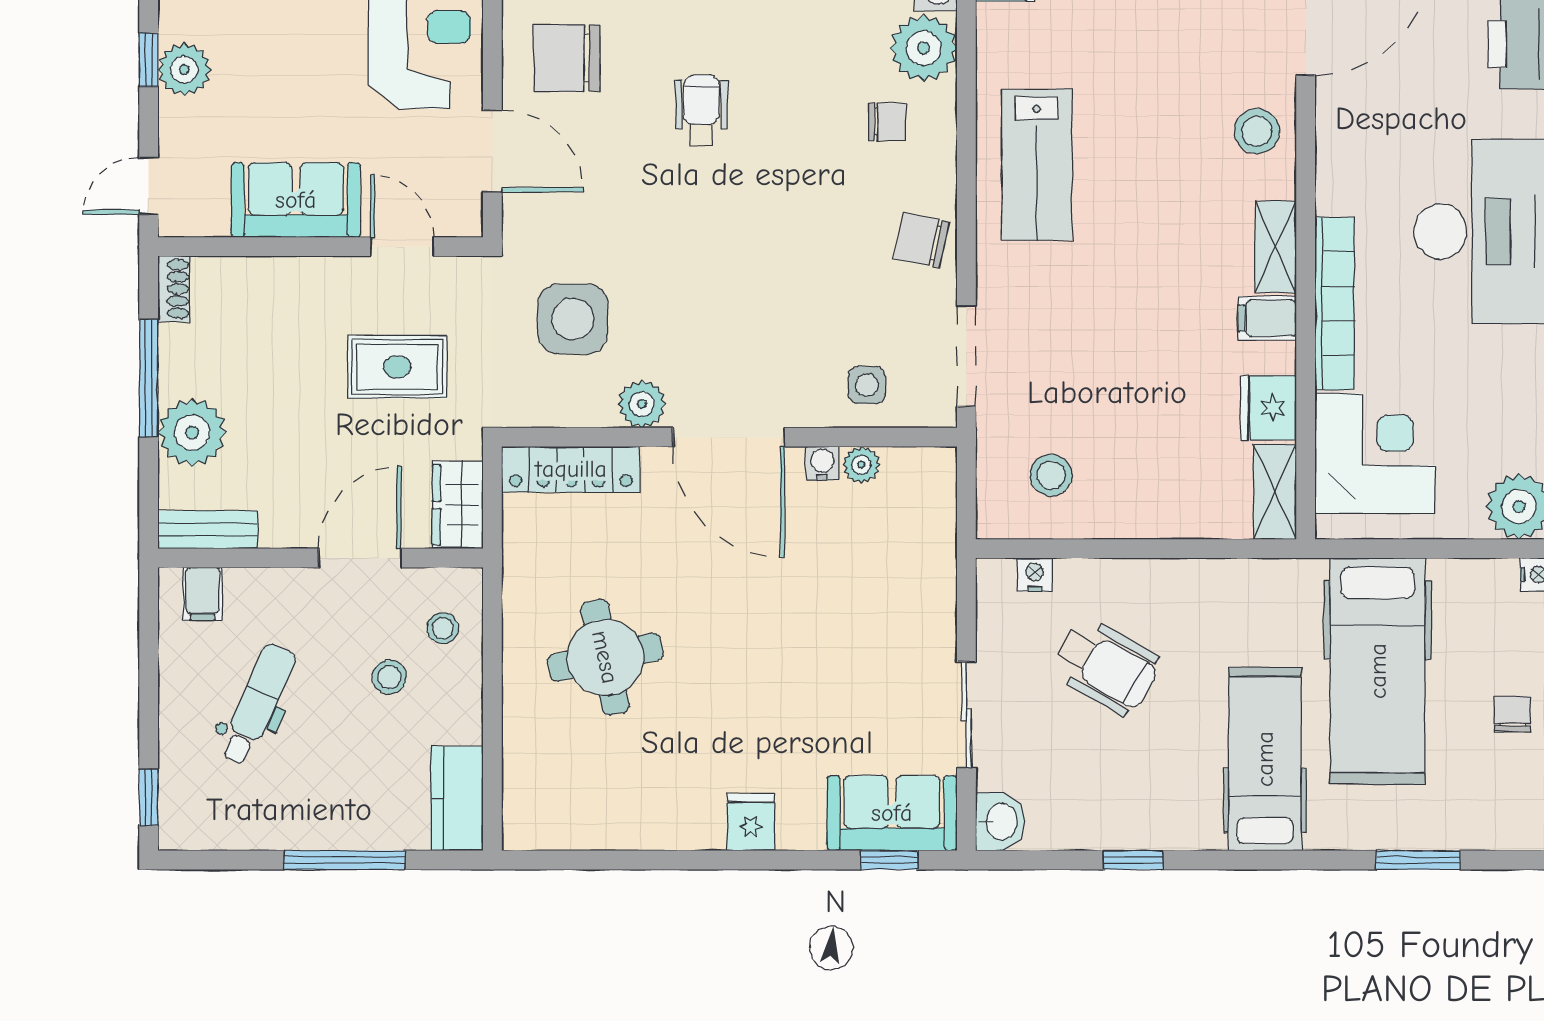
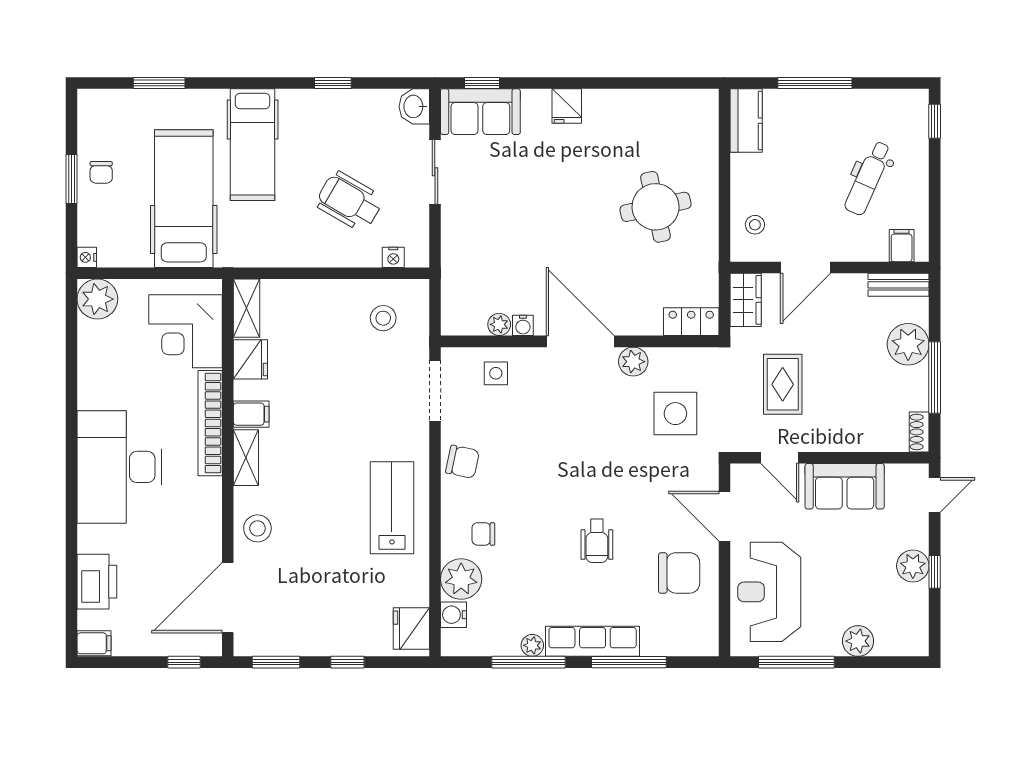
rug: (397, 367) -> (783, 384), turned 90
locker: (571, 469) -> (691, 322), width x0.66
stool: (389, 677) -> (787, 195), removed

